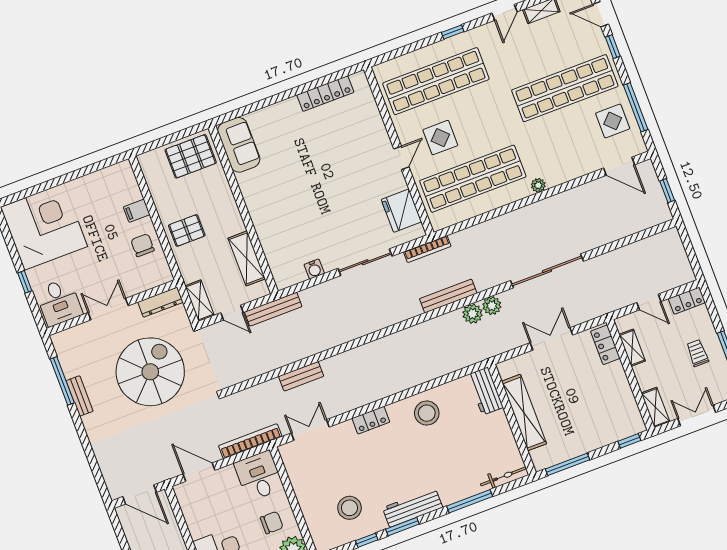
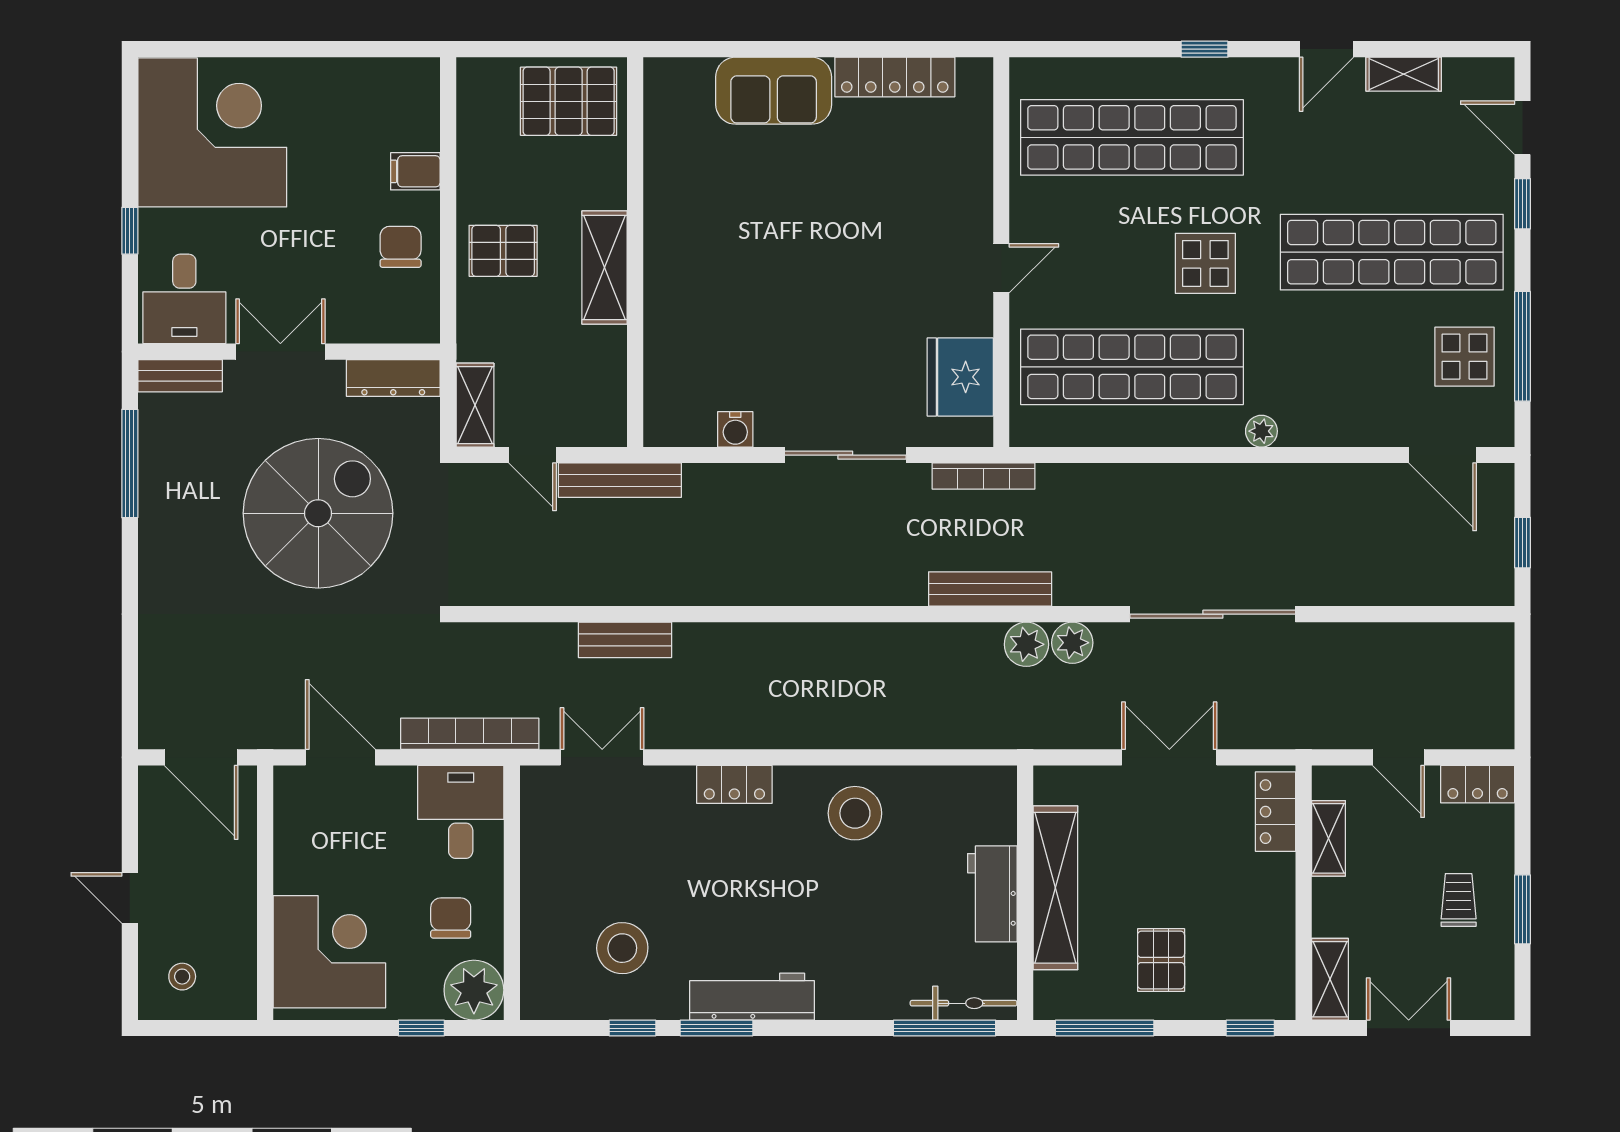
display table: (440, 138) -> (1205, 263), moved
sofa: (239, 145) -> (774, 91), moved, turned 90
shelving: (247, 258) -> (605, 268), moved
workbench: (485, 391) -> (992, 894), moved
bench: (80, 396) -> (180, 376), moved, turned 90
pallet: (581, 426) -> (1161, 960), added
window: (470, 501) -> (945, 1028), moved
chair: (272, 523) -> (451, 918), turned -90

